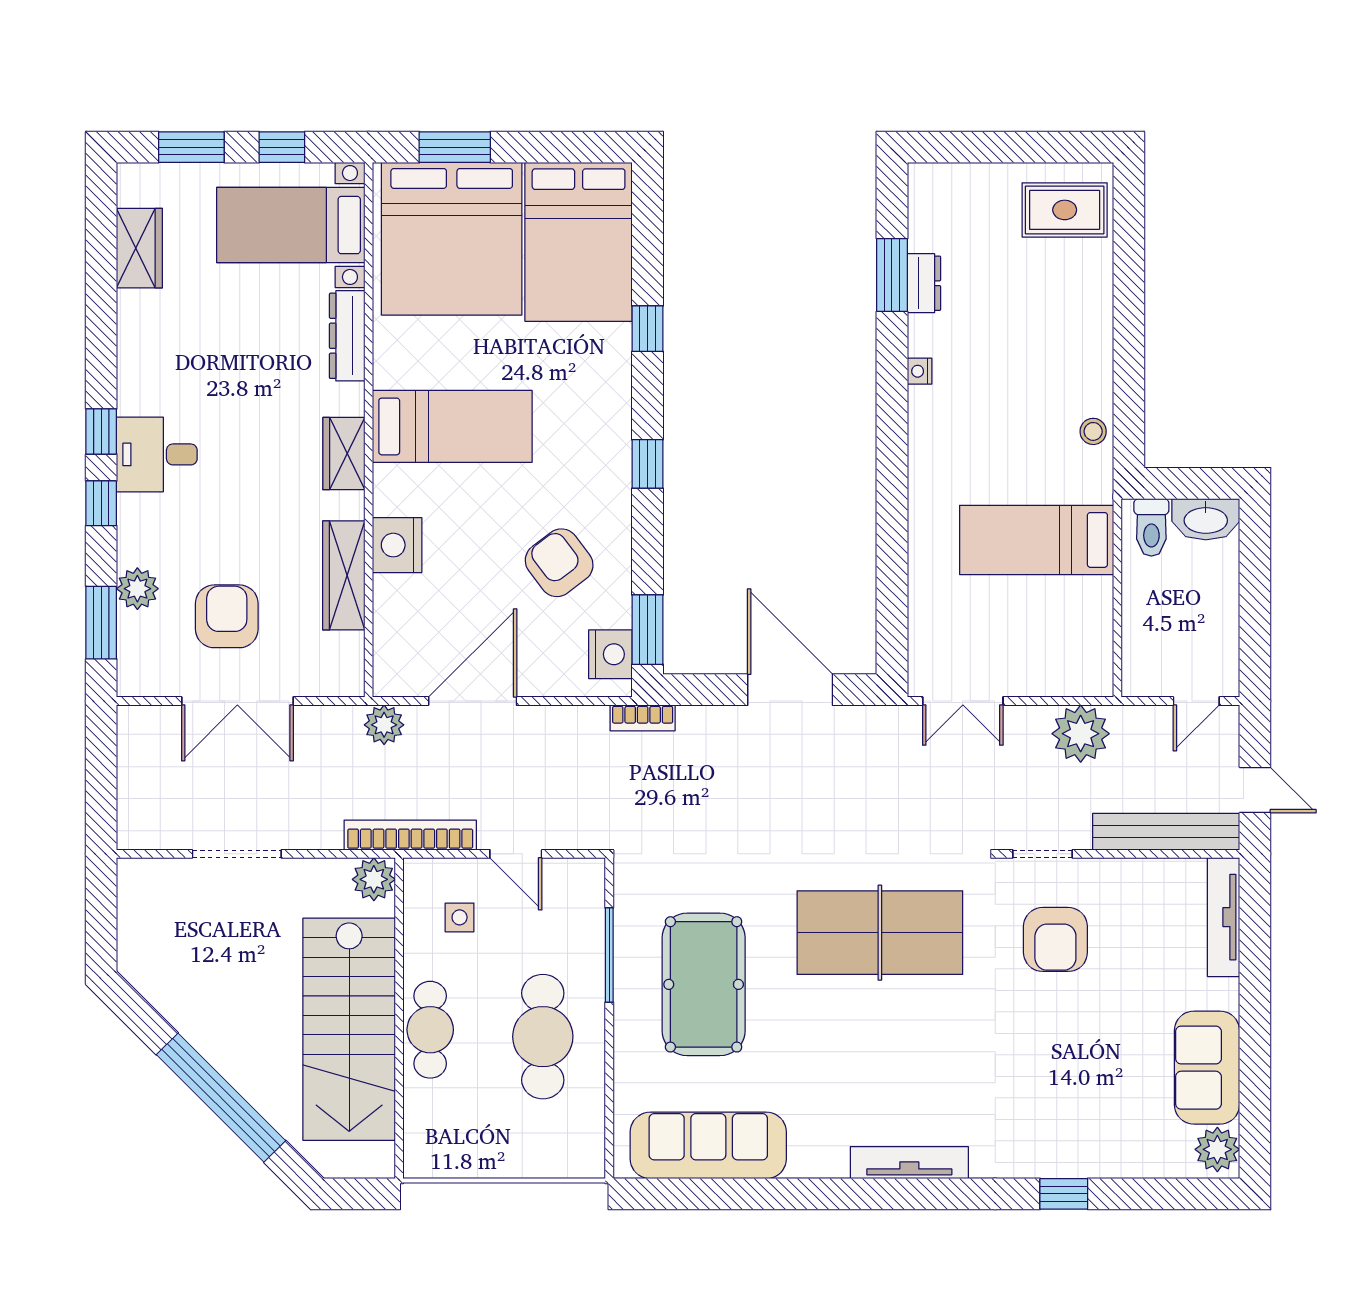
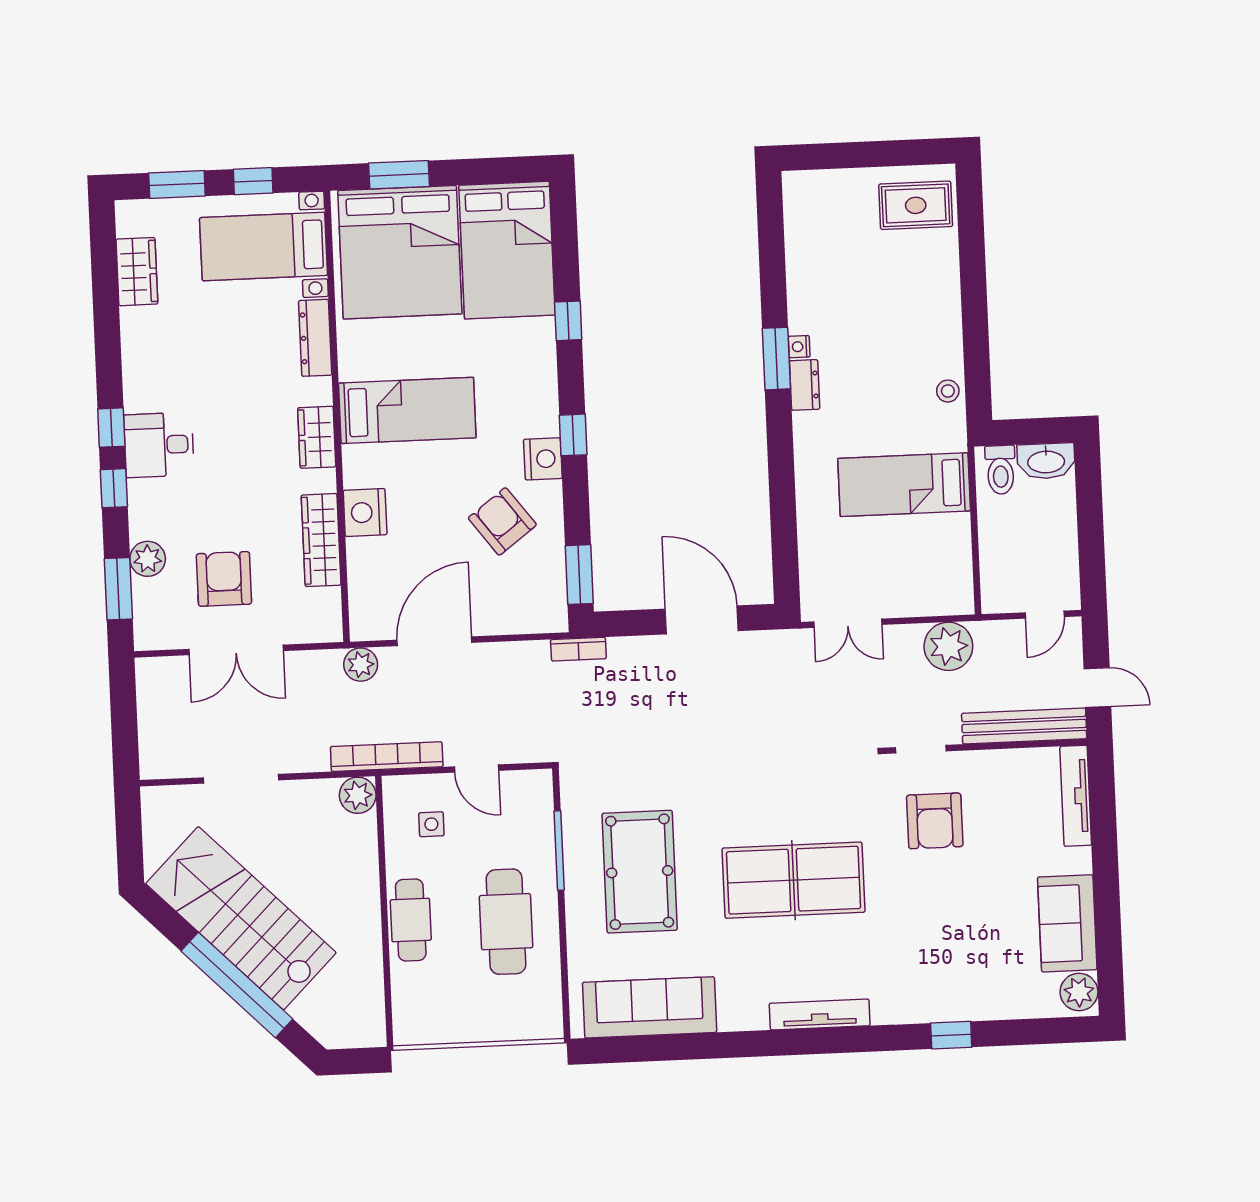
window: (892, 275) -> (776, 359), moved
dresser: (924, 283) -> (805, 385), moved
nightstand: (610, 654) -> (543, 459), moved
table tennis table: (880, 933) -> (794, 880), moved
stairs: (349, 1029) -> (241, 918), moved, turned 135

